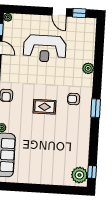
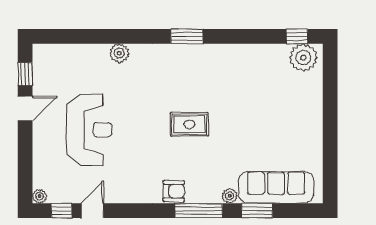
armchair: (74, 99) -> (173, 75), removed
rug: (45, 107) -> (189, 124), turned 90

